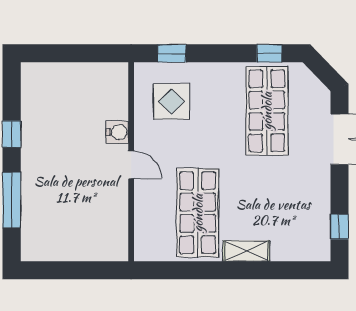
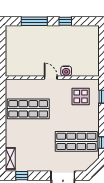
door: (131, 165) -> (51, 78), swing flipped
shelving: (246, 251) -> (10, 159), moved

